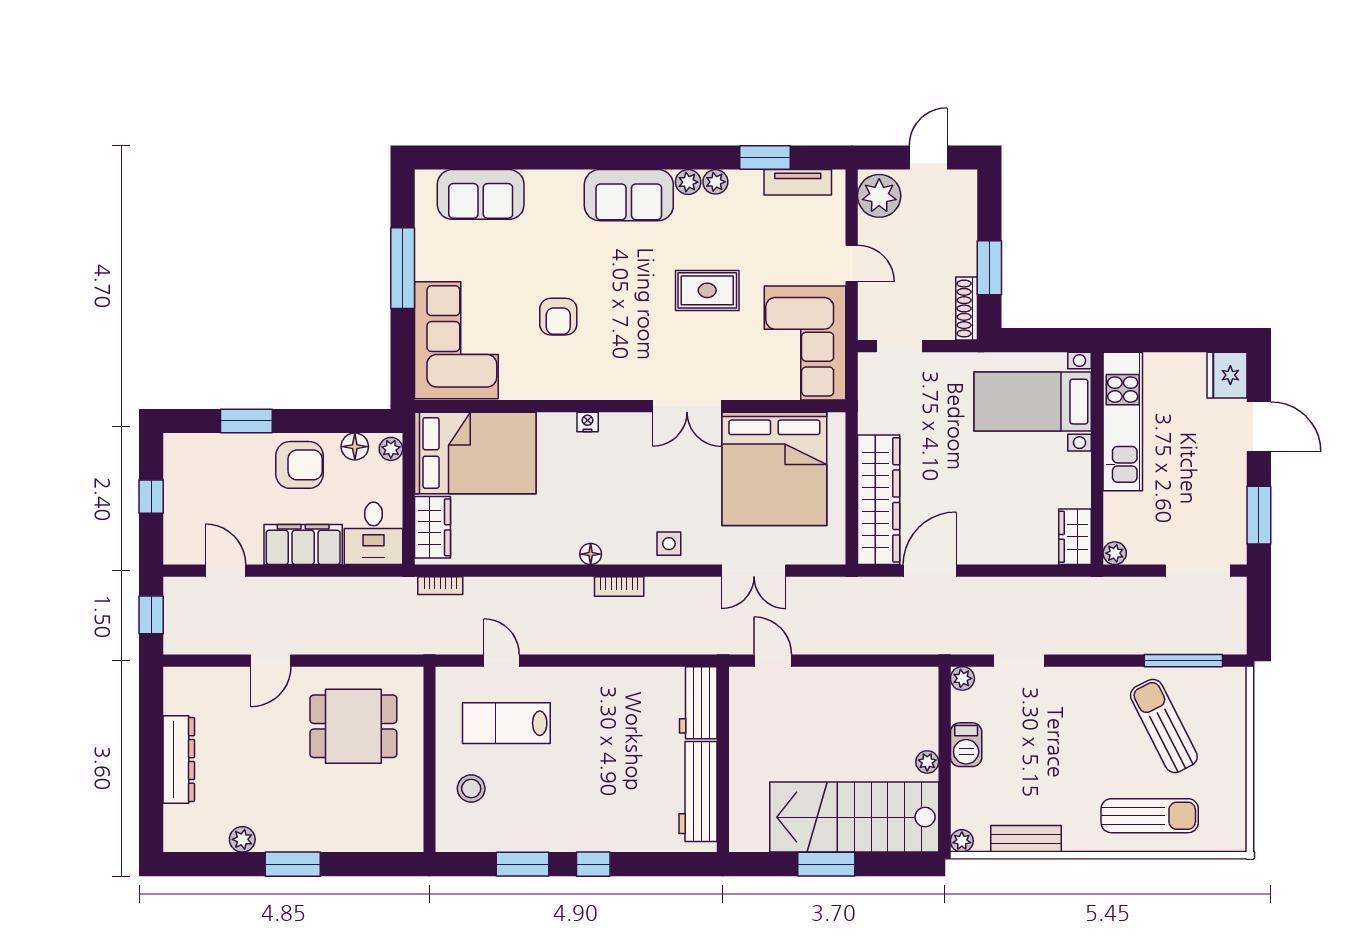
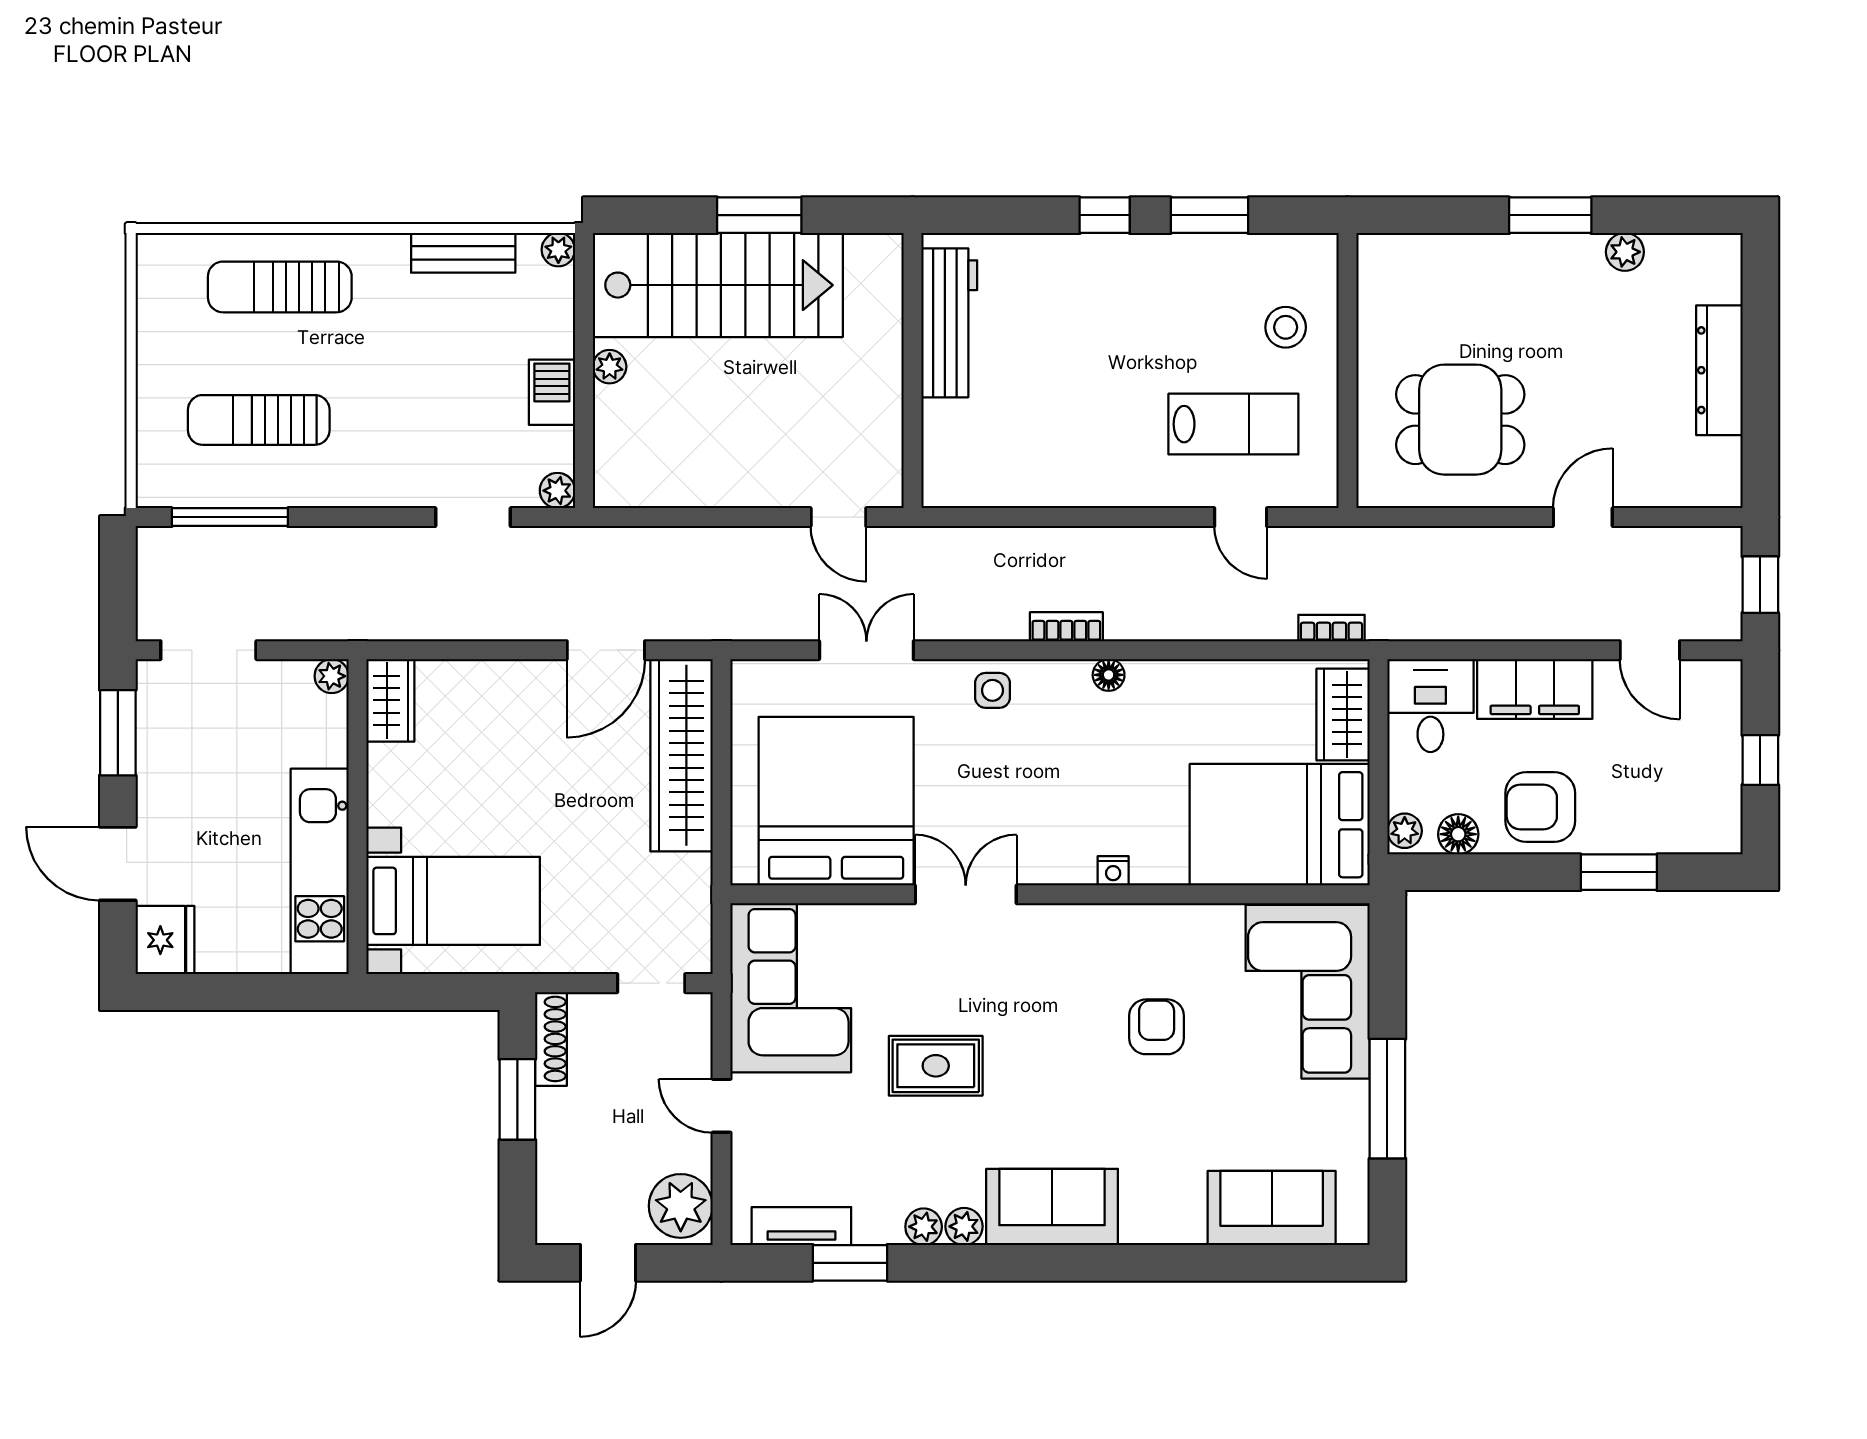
workbench: (698, 703) -> (949, 454), removed
sun lounger: (1164, 726) -> (259, 420), turned 117

